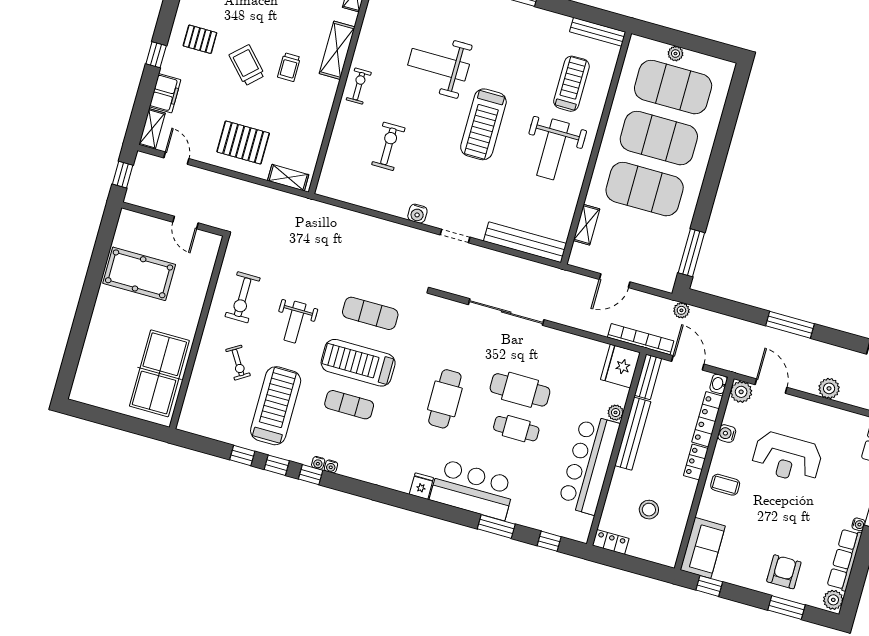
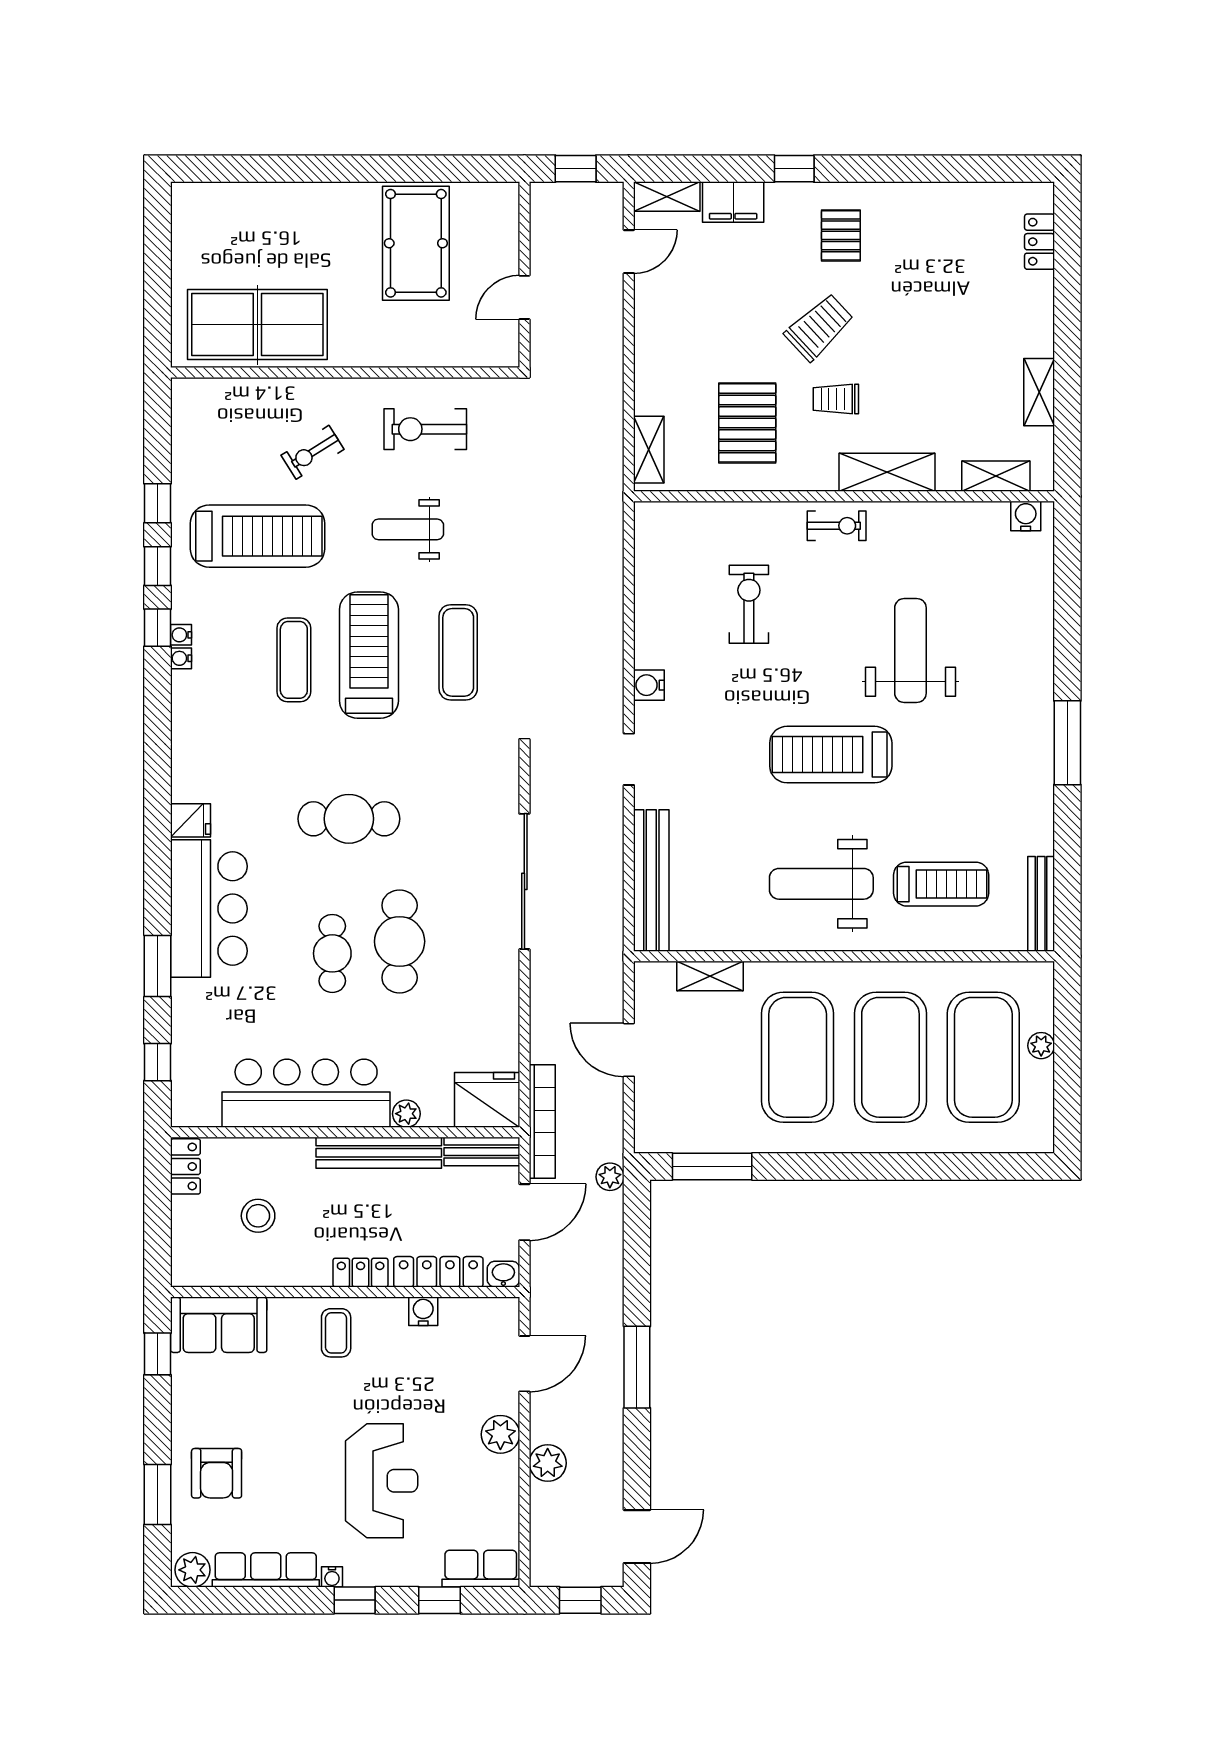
pallet: (243, 142) -> (747, 423), moved
exercise bike: (388, 146) -> (749, 604), turned -90
plant: (741, 392) -> (500, 1434), moved
reception desk: (787, 457) -> (382, 1481), moved, turned 180
armchair: (784, 572) -> (217, 1473), turned 90

